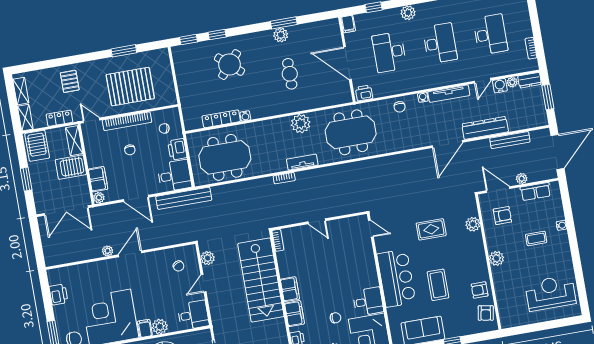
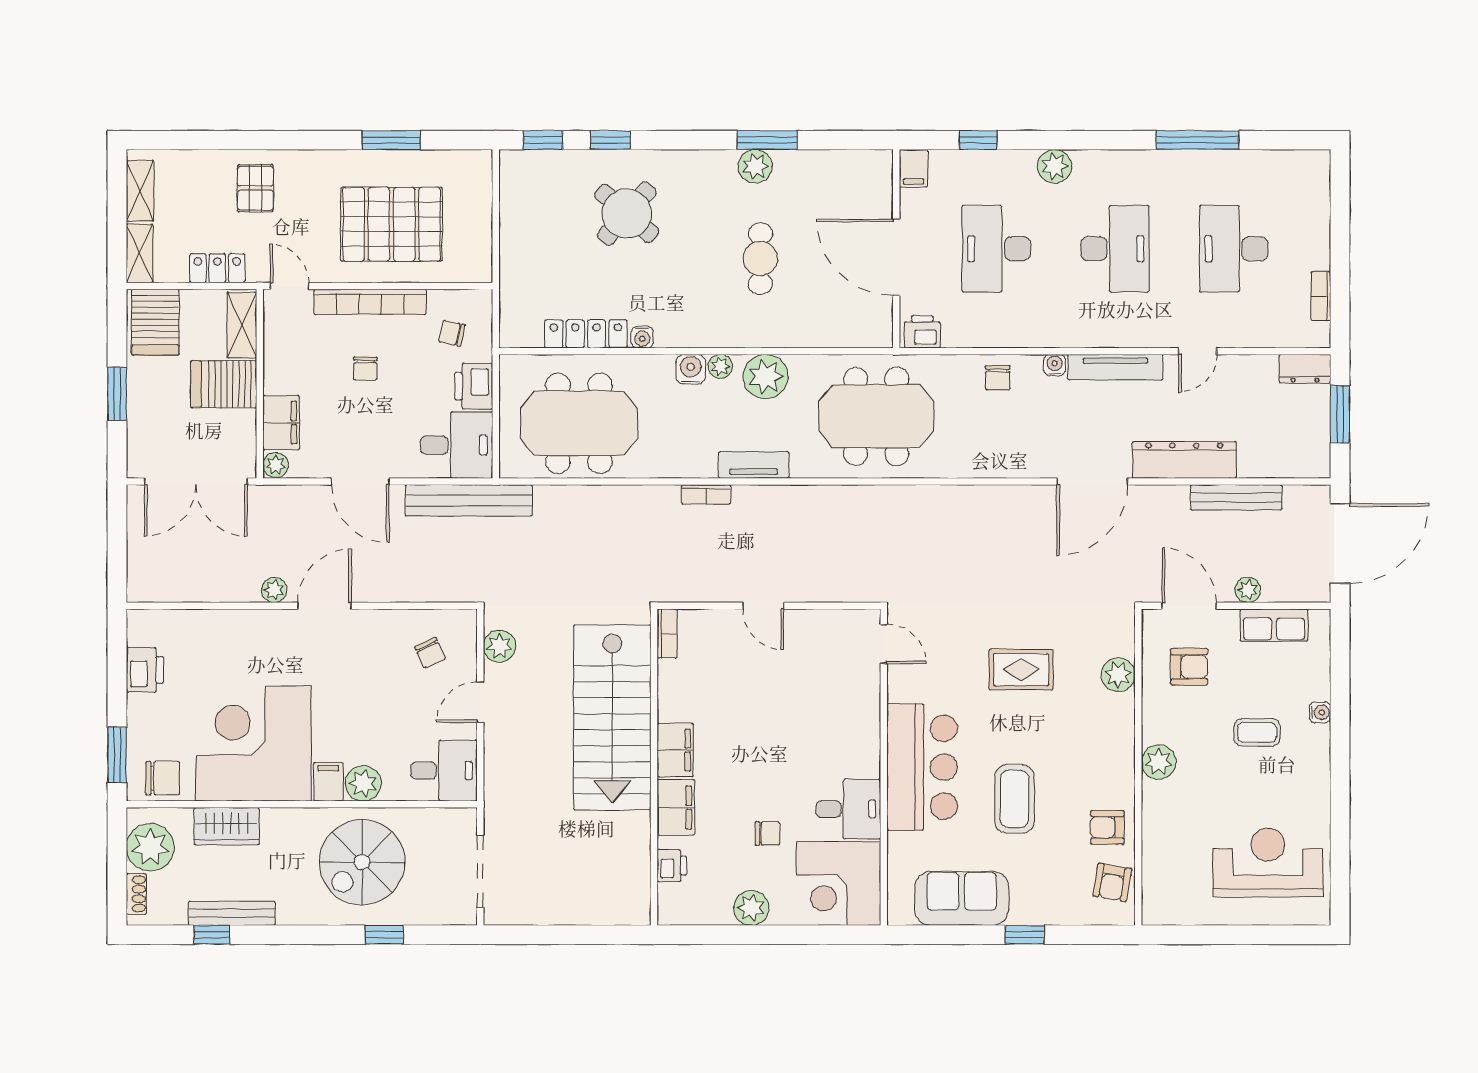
desk: (490, 34) -> (1234, 249), turned 180
plant: (512, 82) -> (720, 366), moved
water cooler: (500, 86) -> (691, 369), moved

